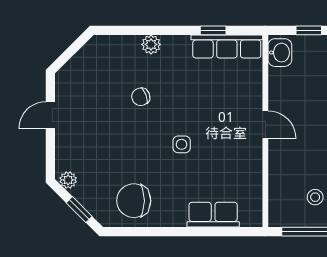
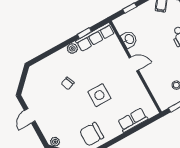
plant: (151, 44) -> (72, 48), moved
washbasin: (280, 53) -> (129, 39), moved
side table: (182, 144) -> (99, 95), width x1.87, depth x1.87

